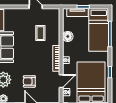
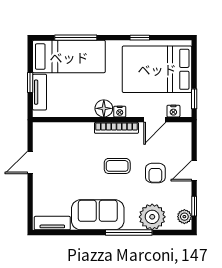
coffee table: (40, 33) -> (117, 166), moved
floor lamp: (68, 36) -> (104, 108), moved
door: (61, 81) -> (155, 120), swing flipped

